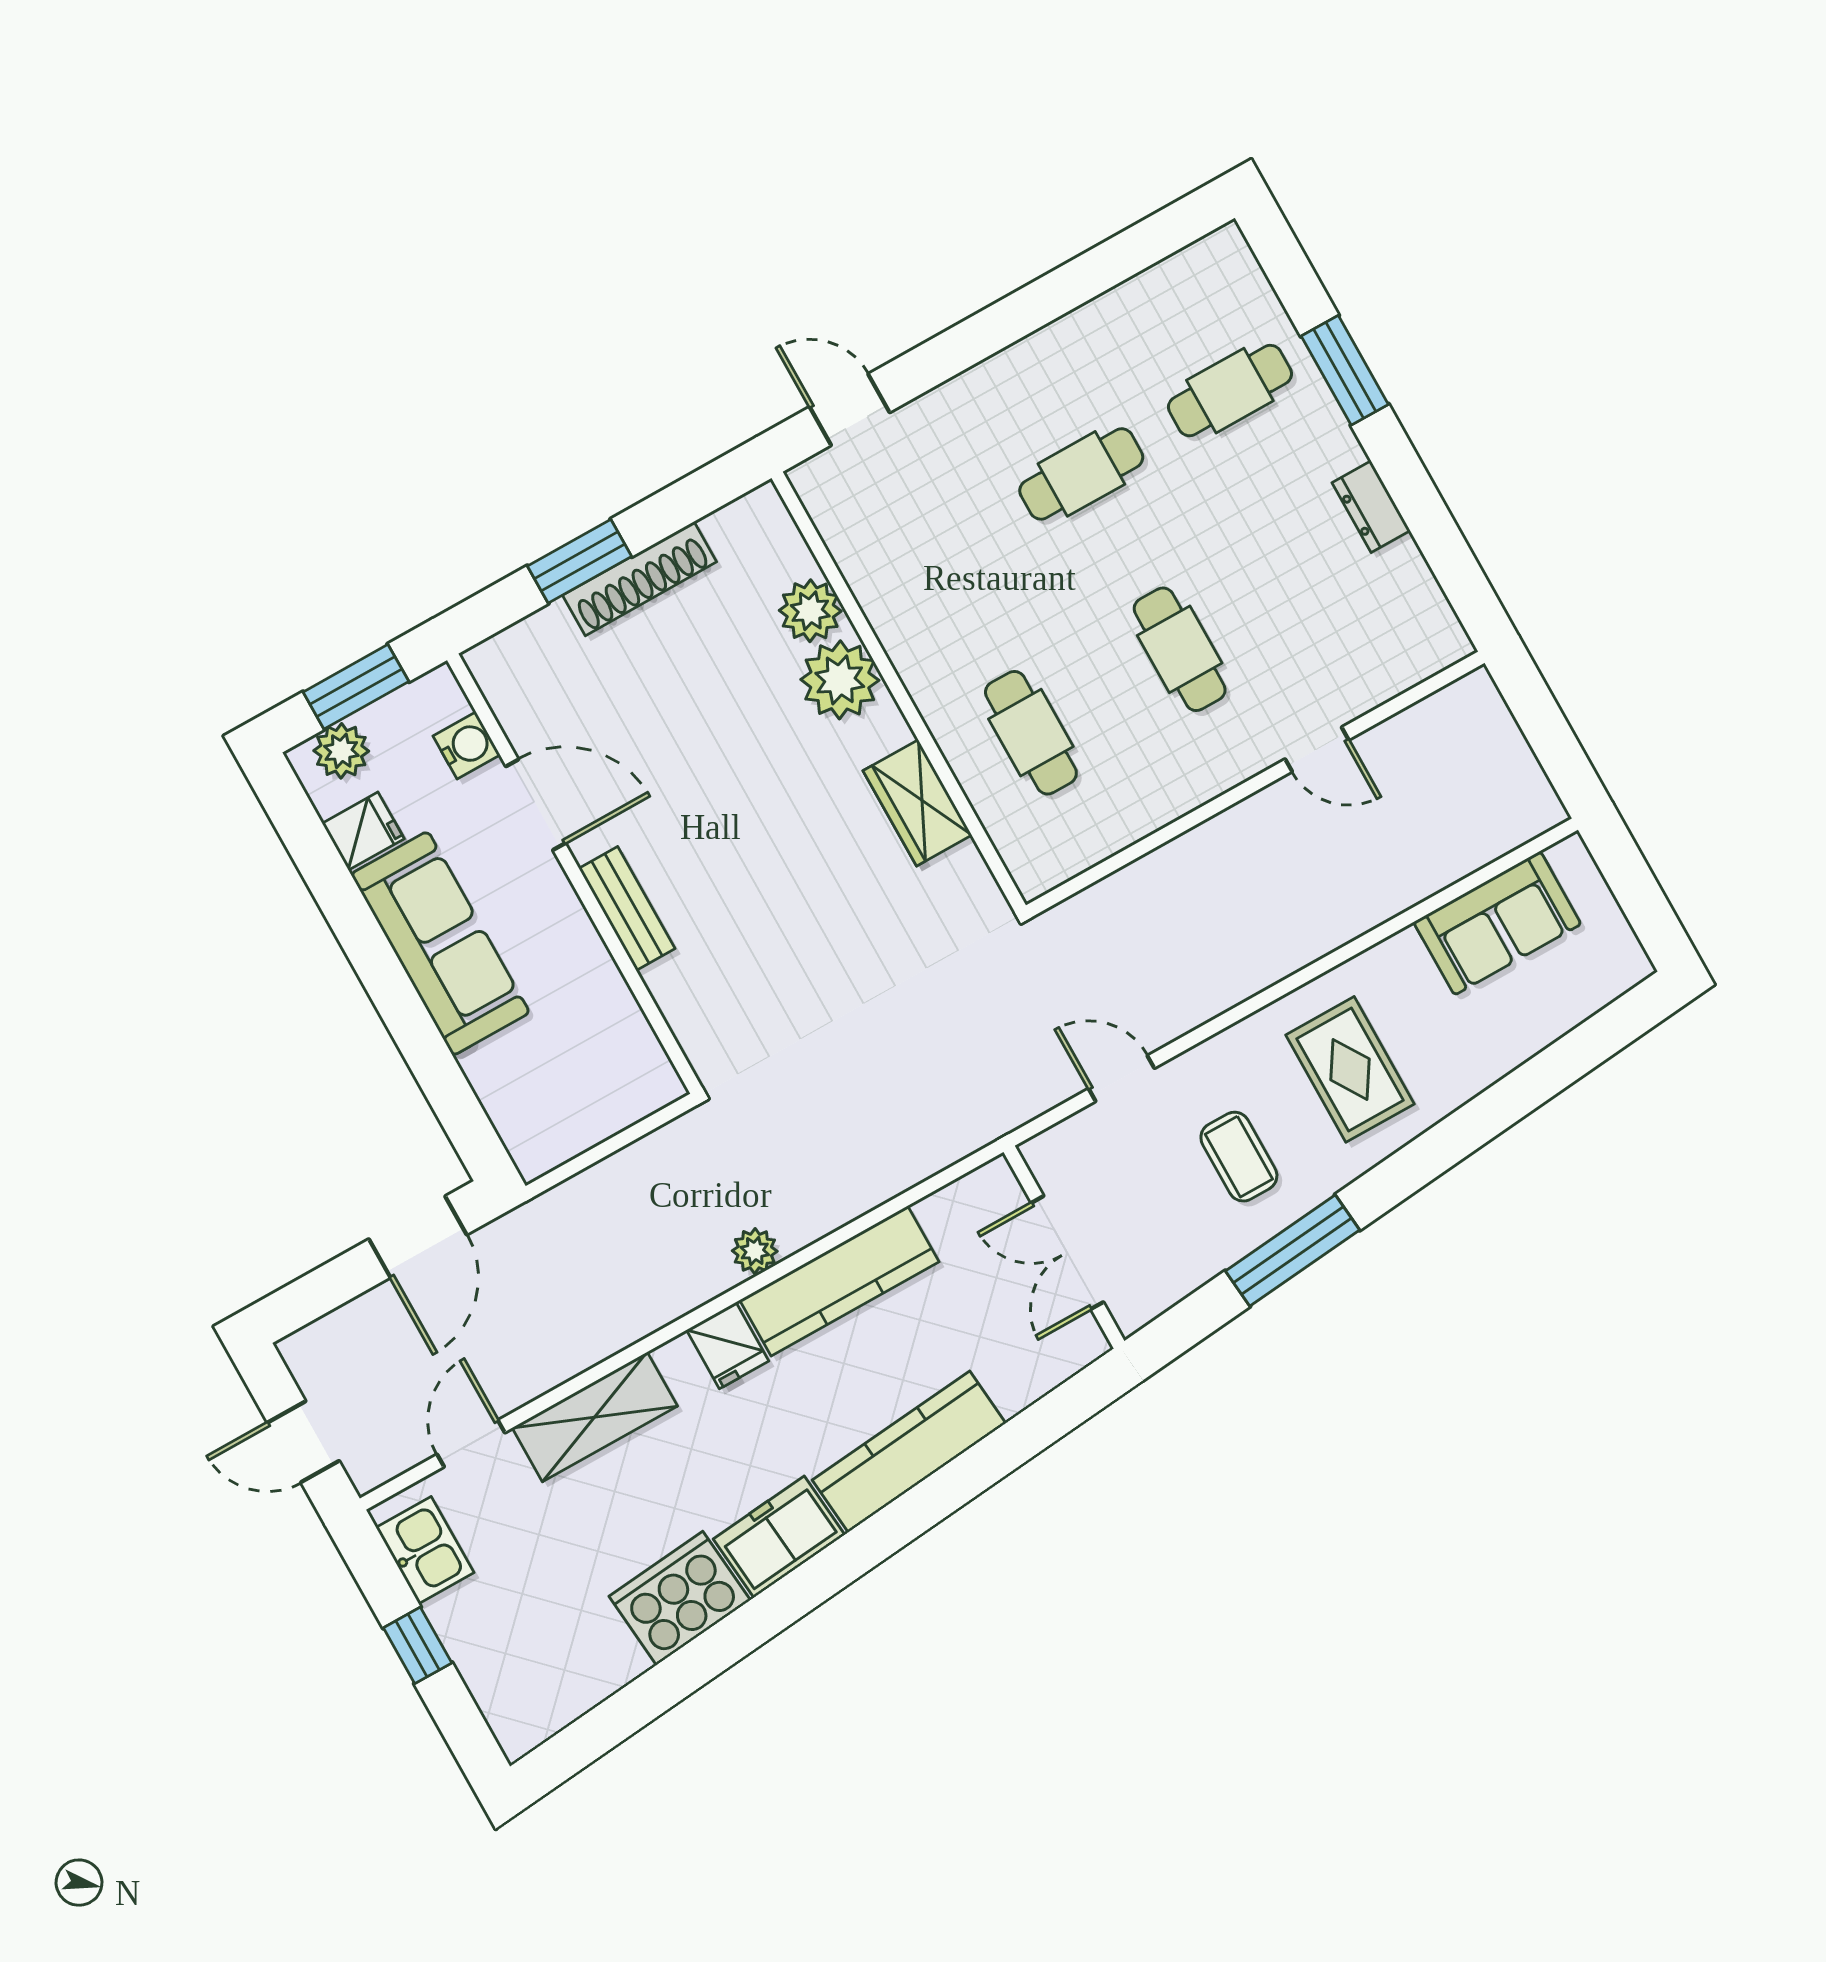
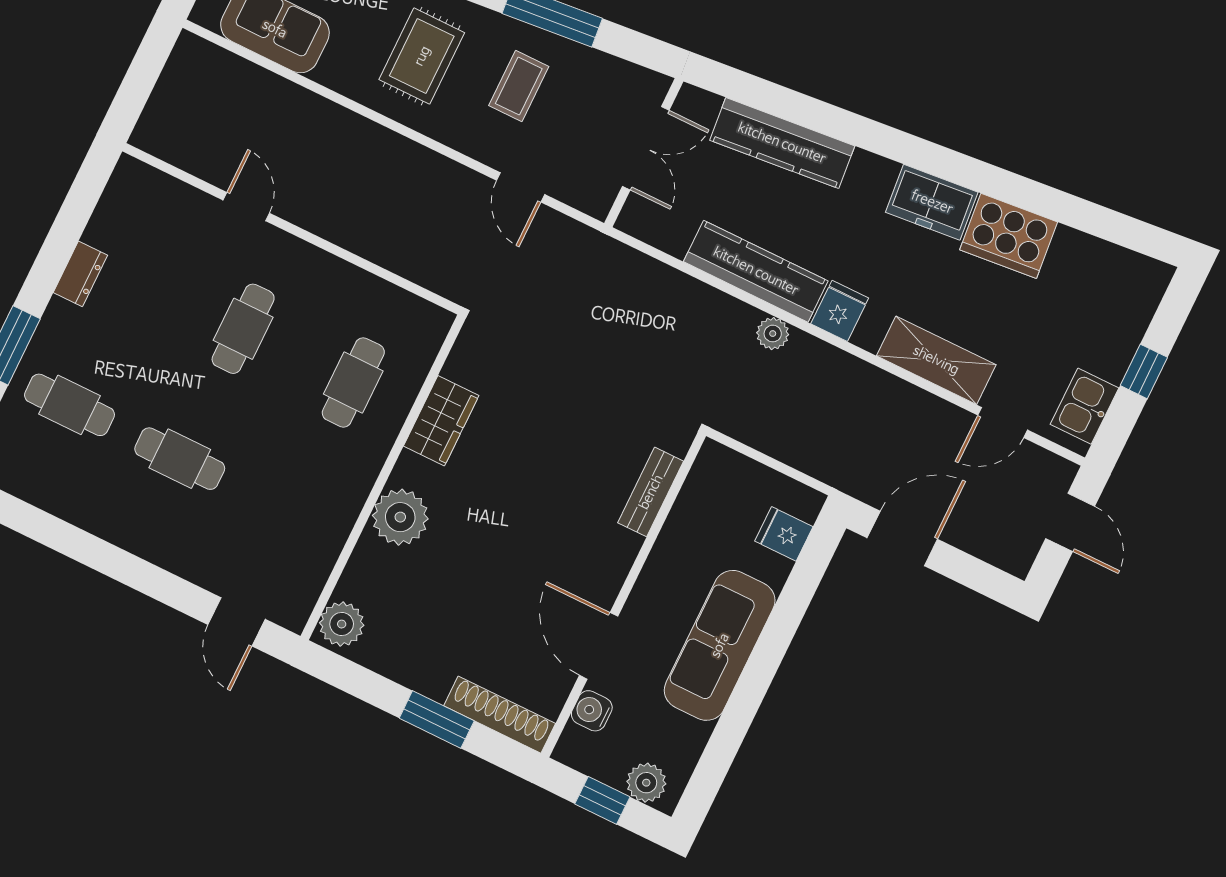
shoe rack: (640, 579) -> (500, 715), moved
plant: (810, 611) -> (342, 624), moved
window: (356, 687) -> (602, 800), width x0.67
fridge: (363, 831) -> (784, 534), moved
bench: (627, 909) -> (651, 492), moved
kitchen counter: (909, 1452) -> (782, 143), moved

